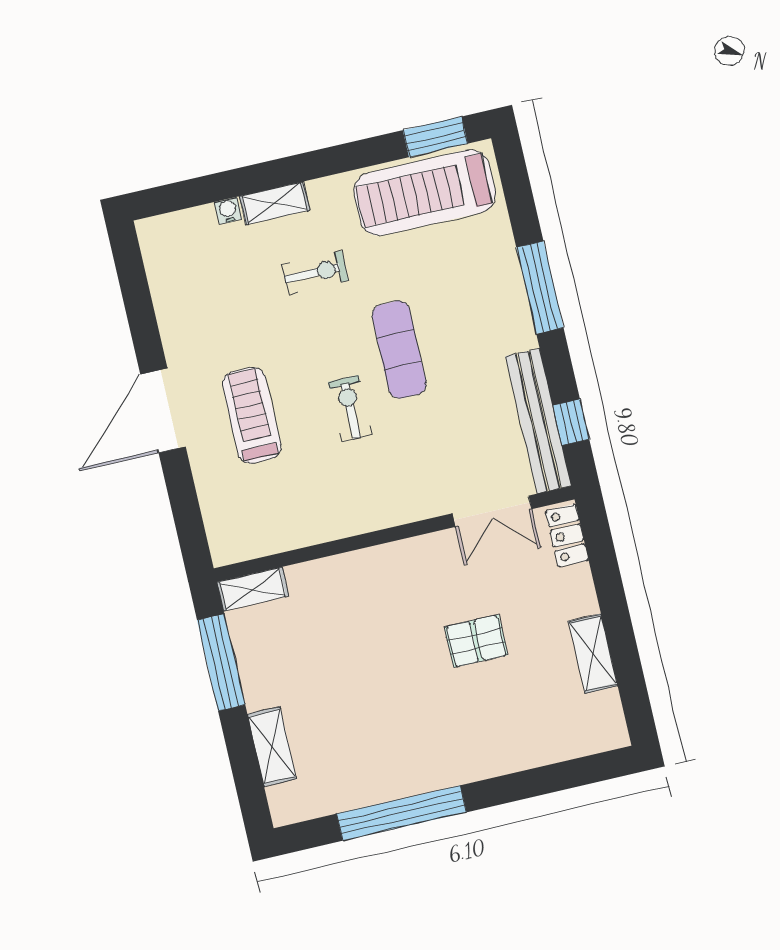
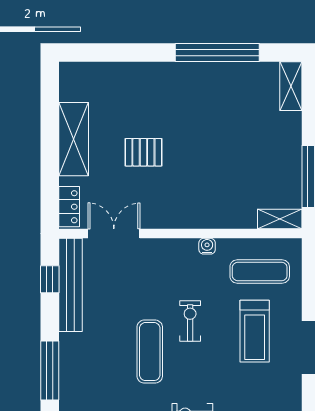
exercise bike: (350, 408) -> (190, 321), turned 180
exercise mat: (264, 505) -> (260, 272), added
water cooler: (351, 524) -> (207, 246), added
shelving: (593, 653) -> (74, 139), width x1.50, depth x1.33
shelving: (272, 747) -> (291, 86), moved

